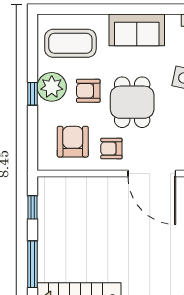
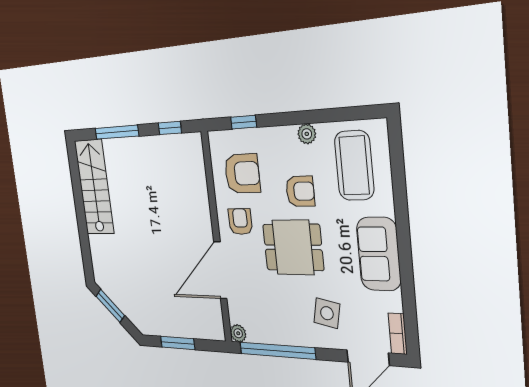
plant: (52, 87) -> (307, 134), width x0.53, depth x0.53
armchair: (88, 91) -> (300, 191), turned 90
window: (33, 94) -> (244, 122), moved

